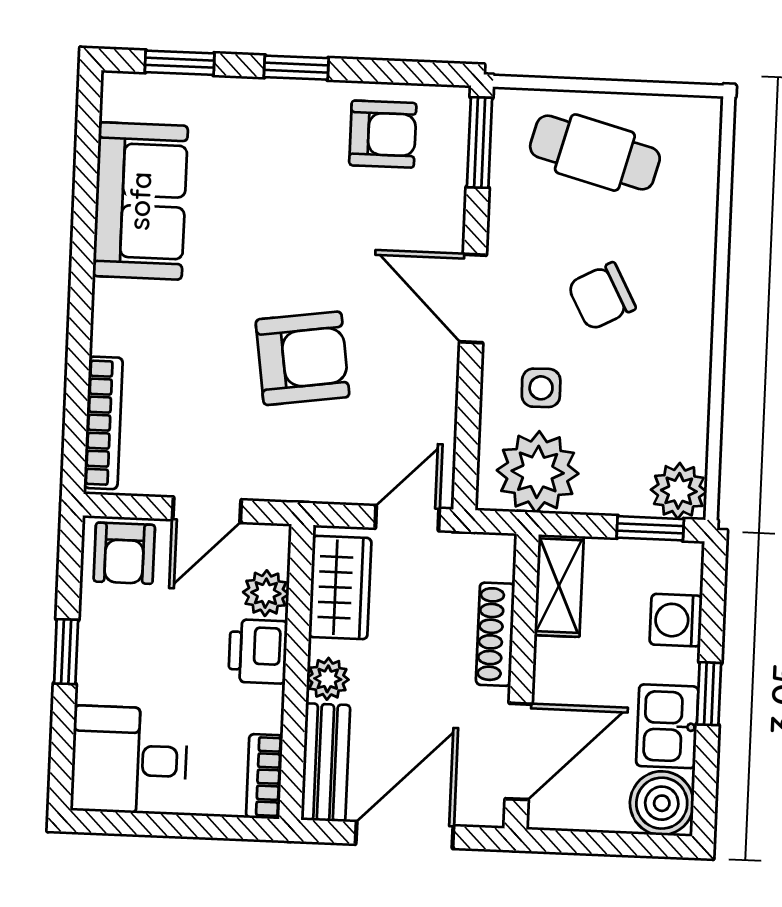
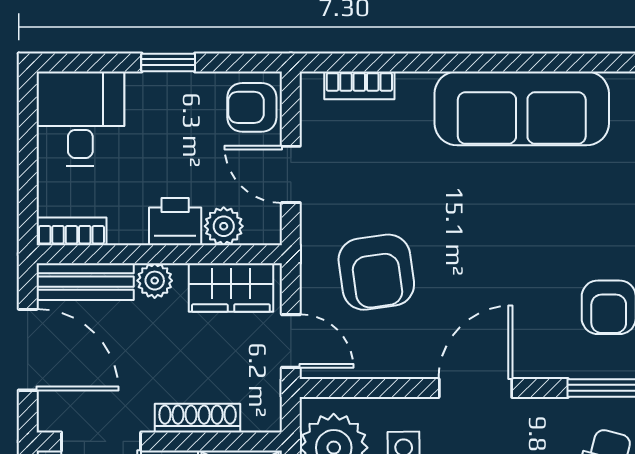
sofa: (140, 201) -> (522, 108), width x1.36
armchair: (302, 358) -> (376, 272), moved
bookcase: (103, 423) -> (359, 85), width x0.64

